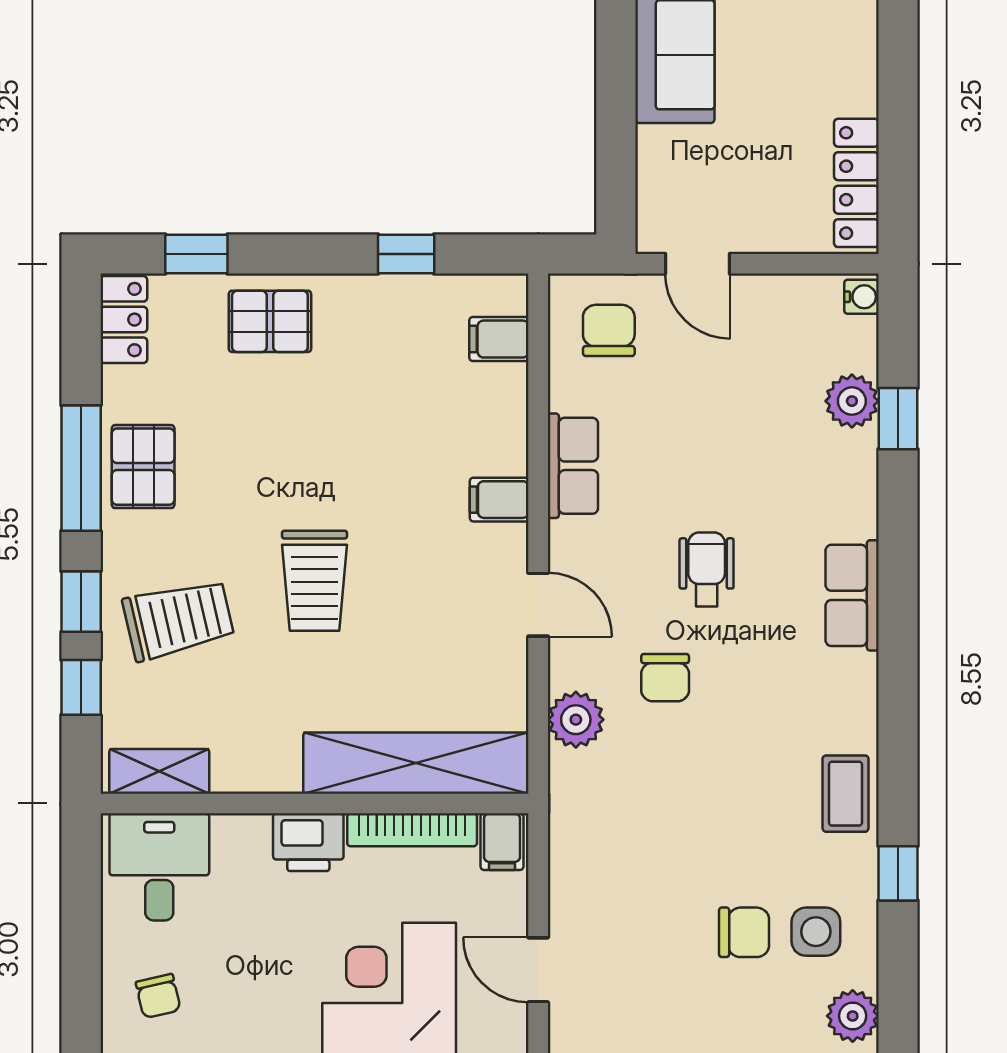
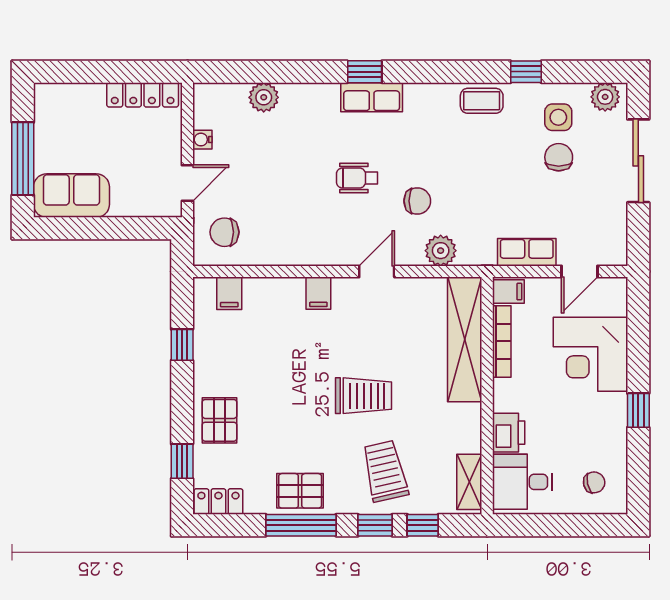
water cooler: (861, 297) -> (202, 140), moved, turned -90
window: (898, 419) -> (365, 72), moved
row of seats: (573, 466) -> (527, 252), moved
printer: (308, 842) -> (509, 433), moved

